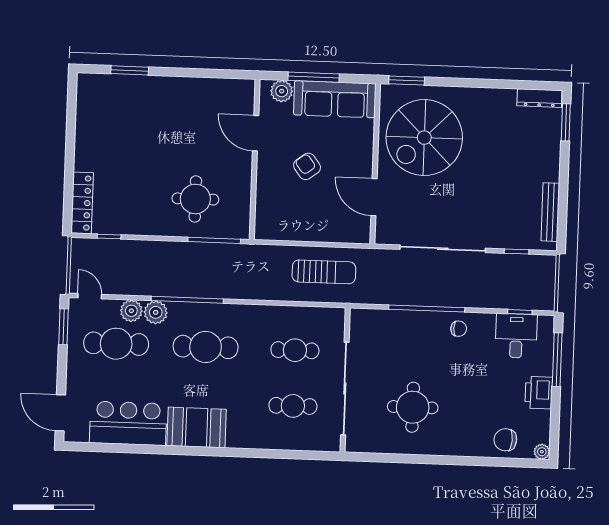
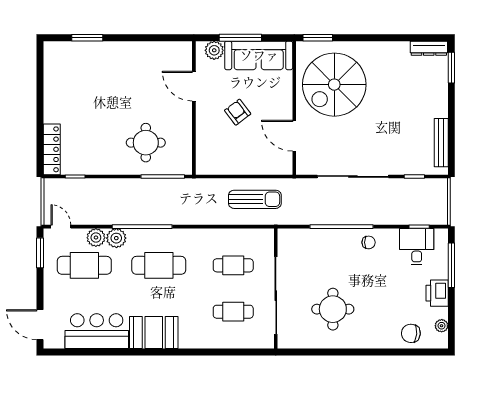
plant: (542, 452) -> (442, 326), moved

